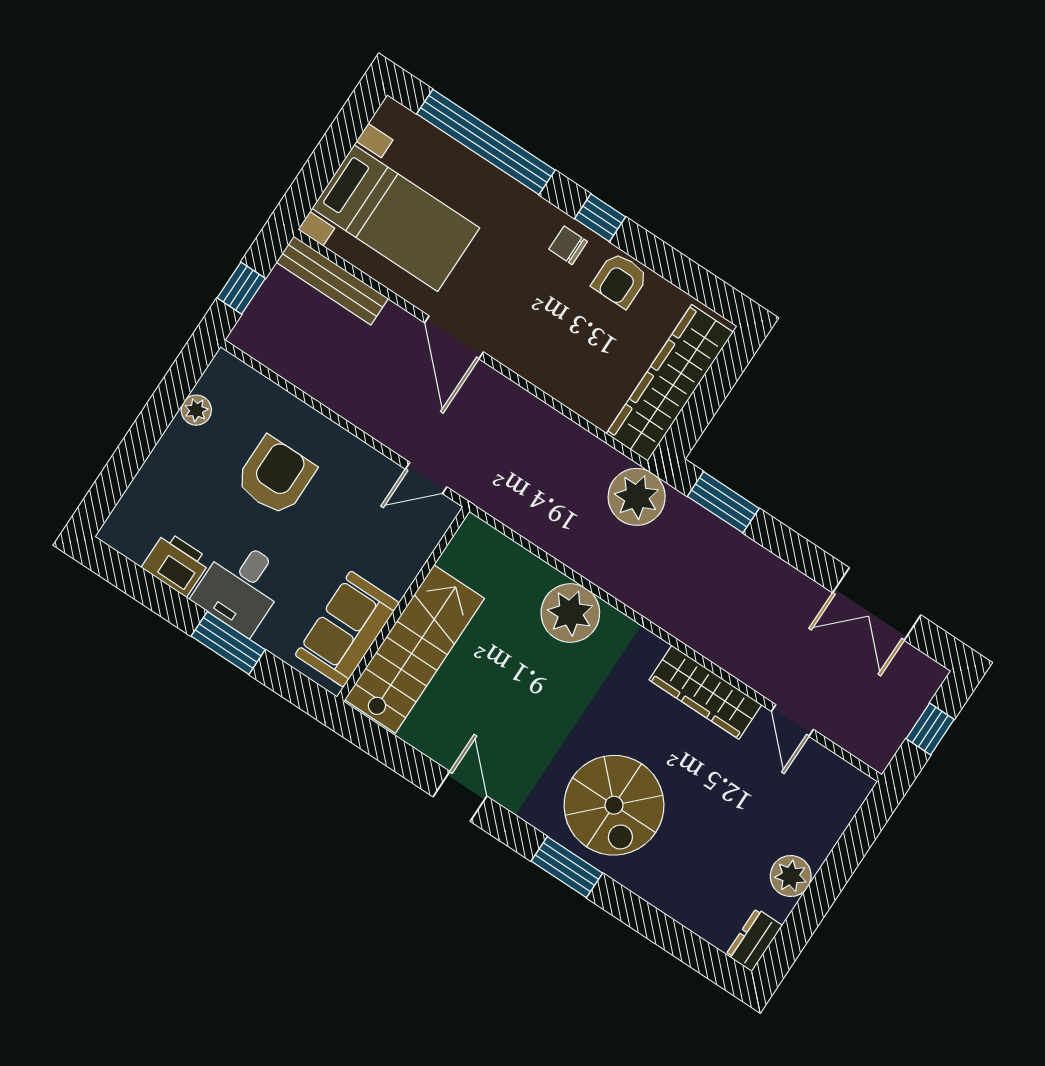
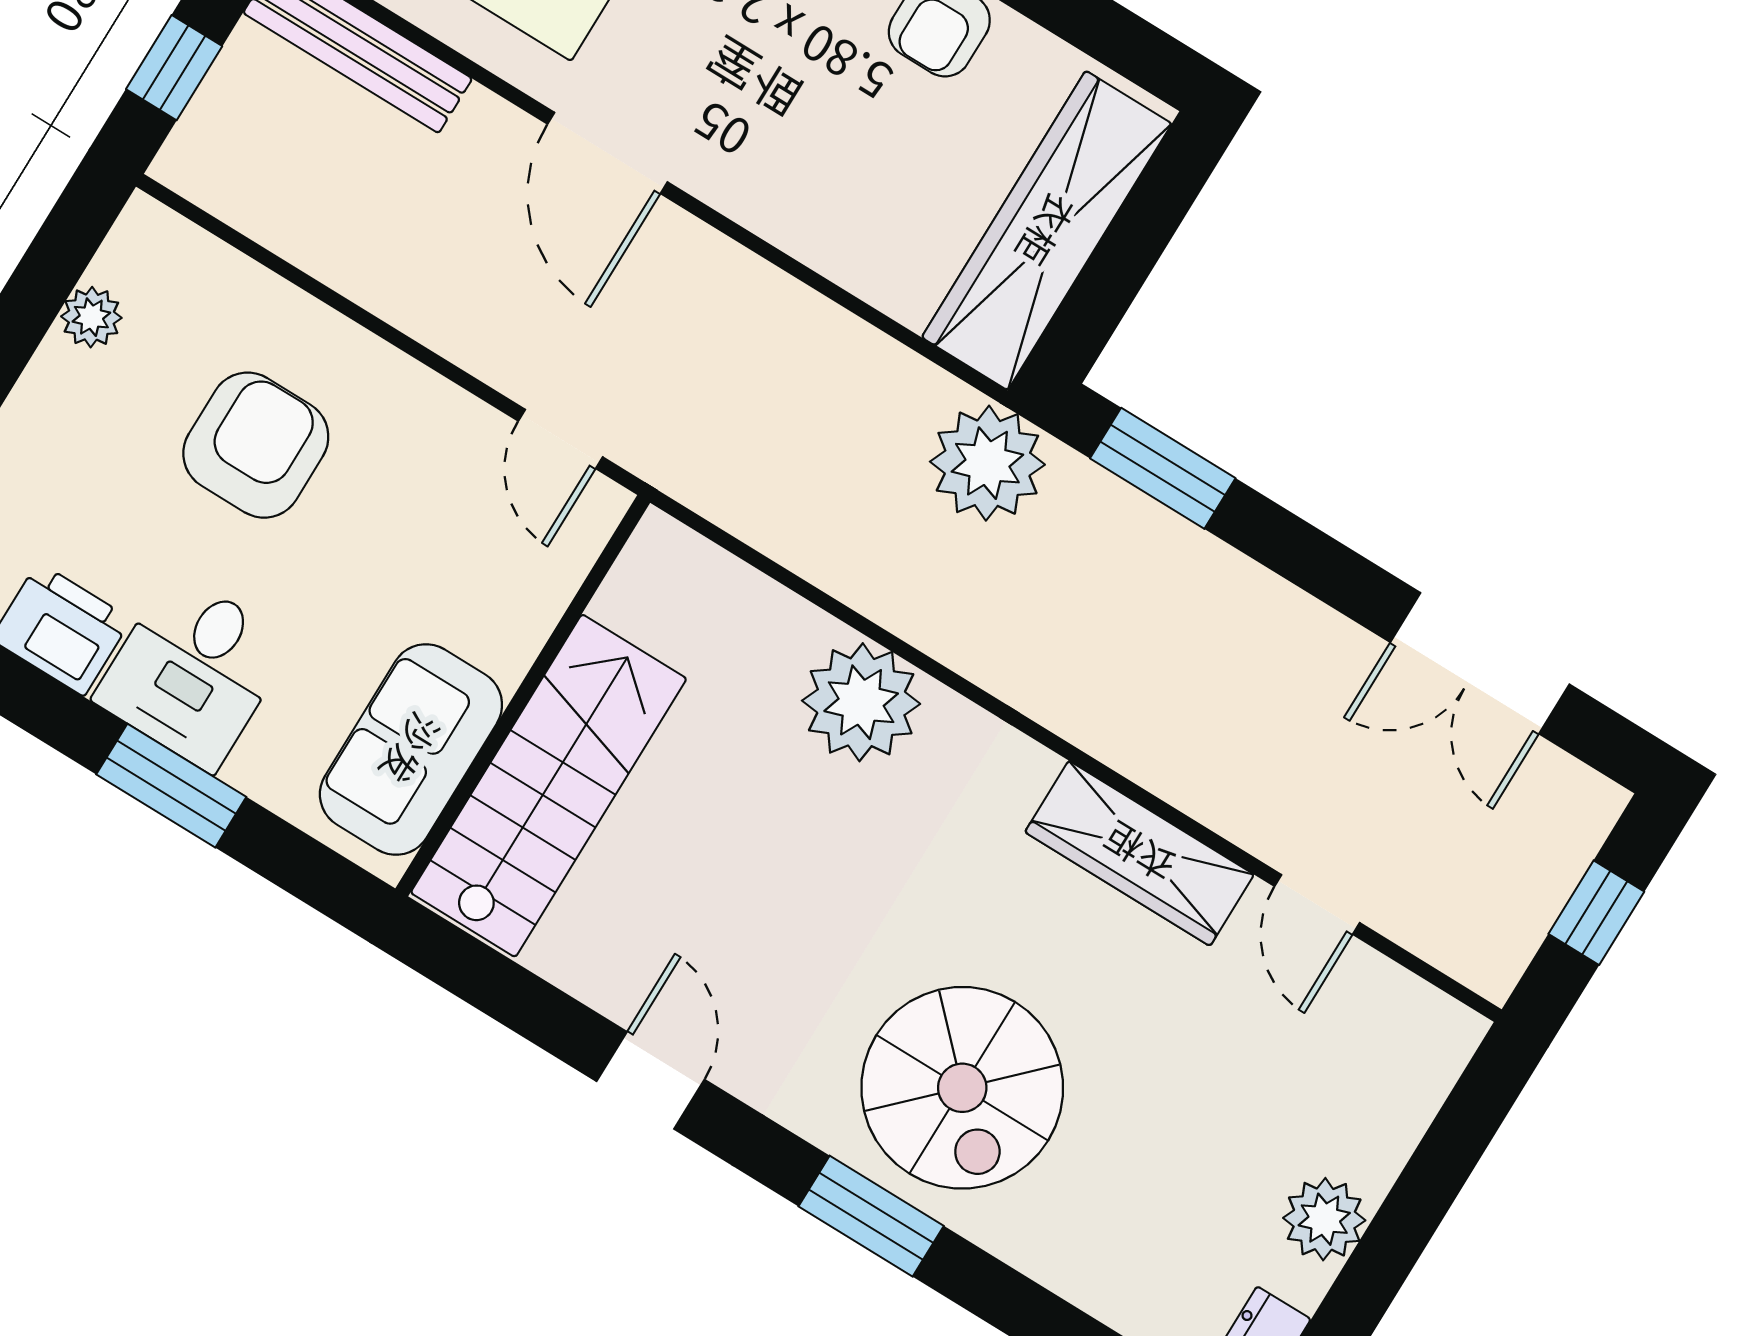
door: (426, 478) -> (560, 439), hinge flipped

